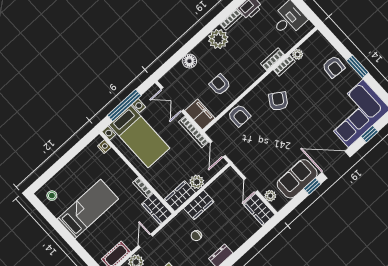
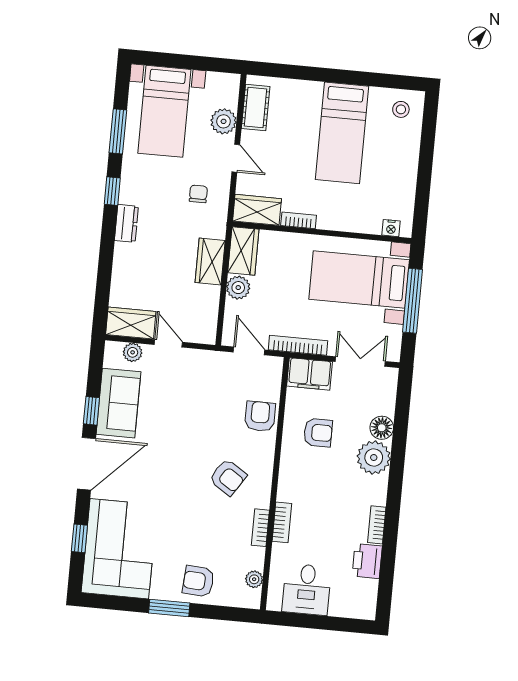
plant: (218, 39) -> (374, 458), moved
plant: (298, 54) -> (254, 579), moved
armchair: (239, 115) -> (260, 416), turned 90
chair: (196, 236) -> (198, 194), moved

